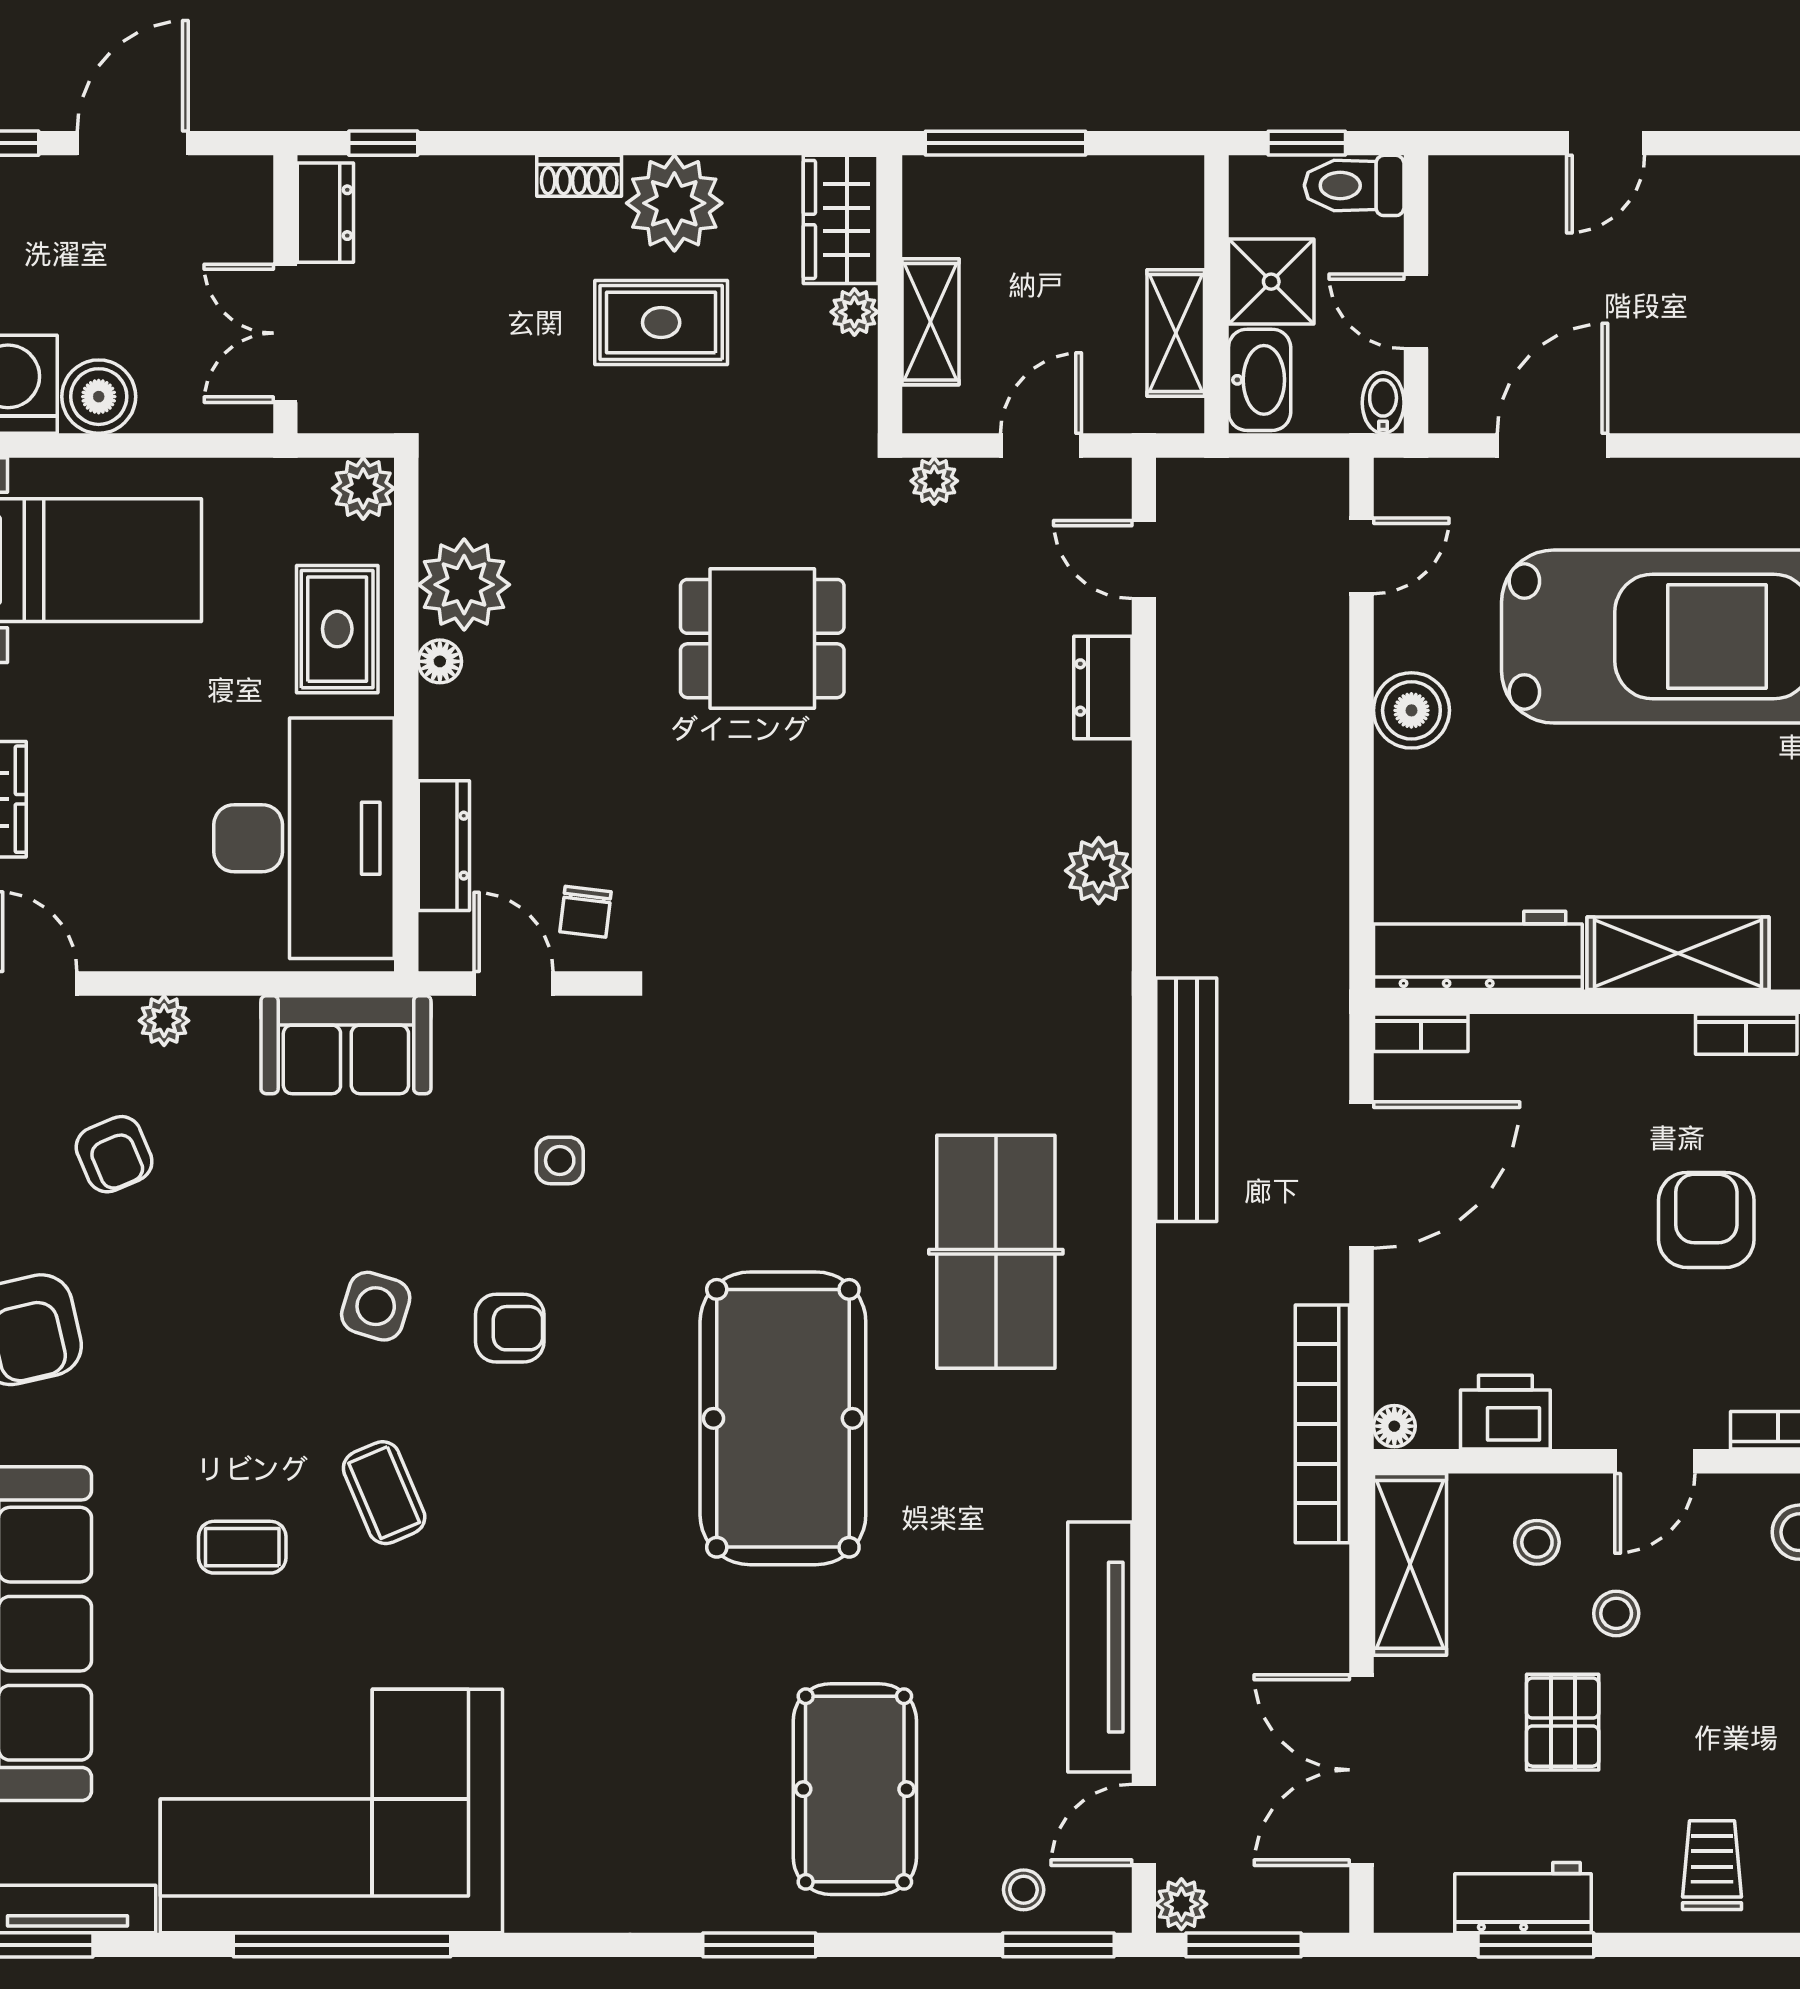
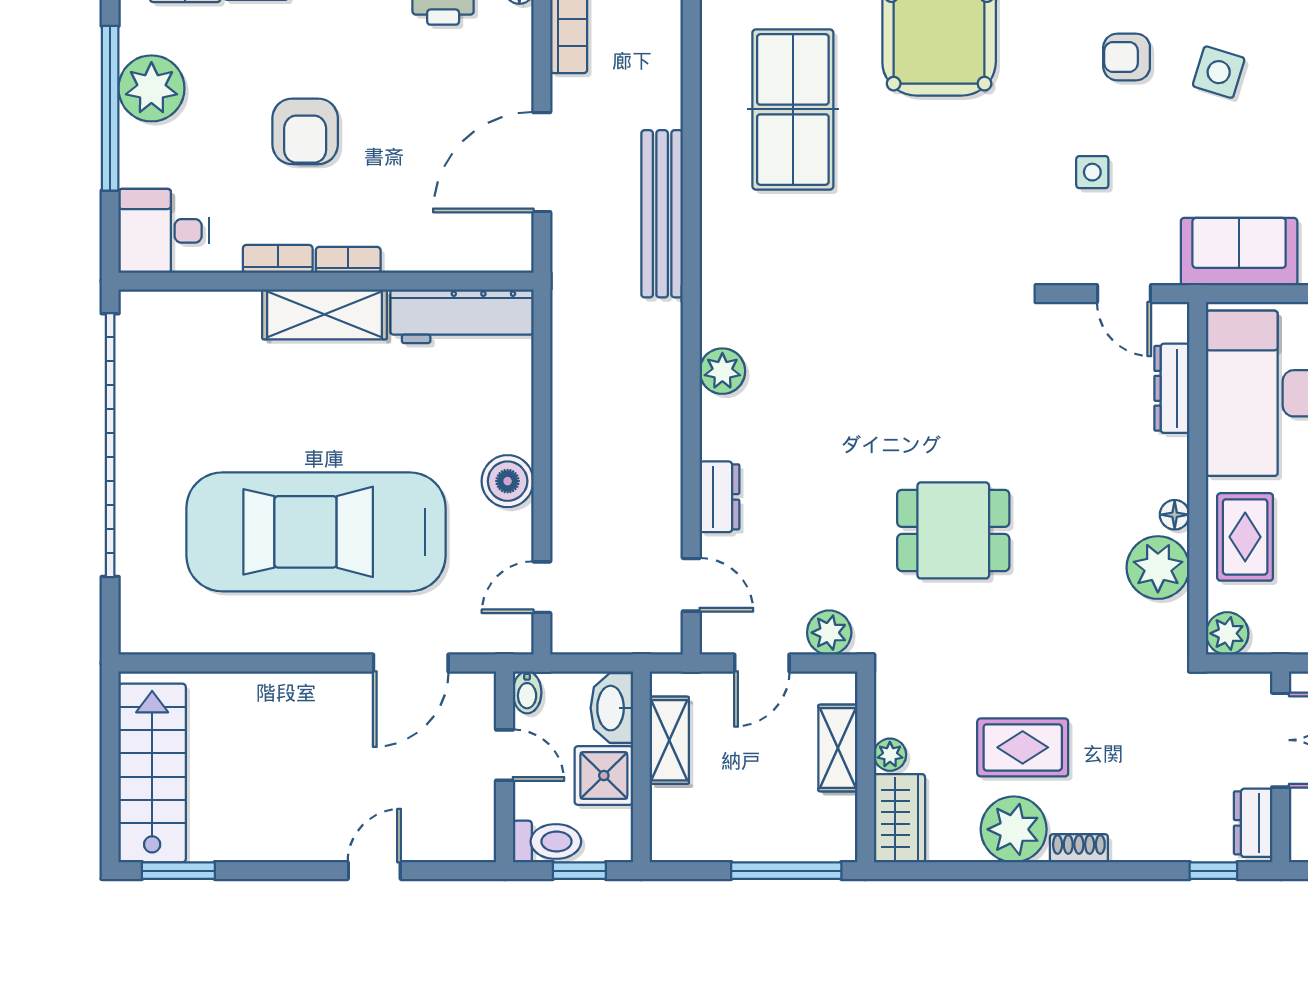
plant: (934, 481) -> (829, 633), width x1.38, depth x1.38
chair: (585, 912) -> (1075, 343), removed
bookcase: (1421, 1033) -> (348, 260), moved

